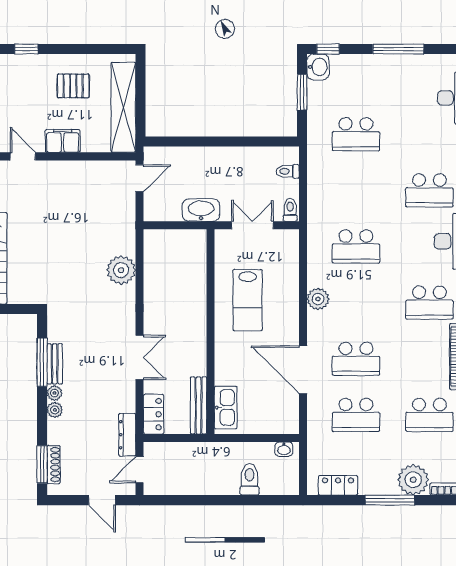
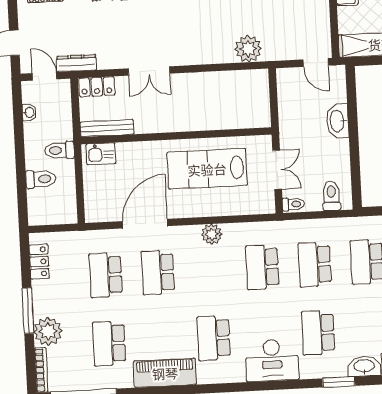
toilet: (288, 171) -> (331, 196), width x1.37, depth x1.39
school desk: (356, 190) -> (315, 264), added
washbasin: (201, 210) -> (338, 121), moved, turned 180
plant: (121, 270) -> (248, 49), moved
lab bench: (248, 300) -> (207, 169), width x1.36, depth x1.39
kitchen sink: (226, 407) -> (101, 154), width x0.73
washbasin: (284, 449) -> (29, 112), moved, turned 180
toilet: (220, 458) -> (59, 150), added

